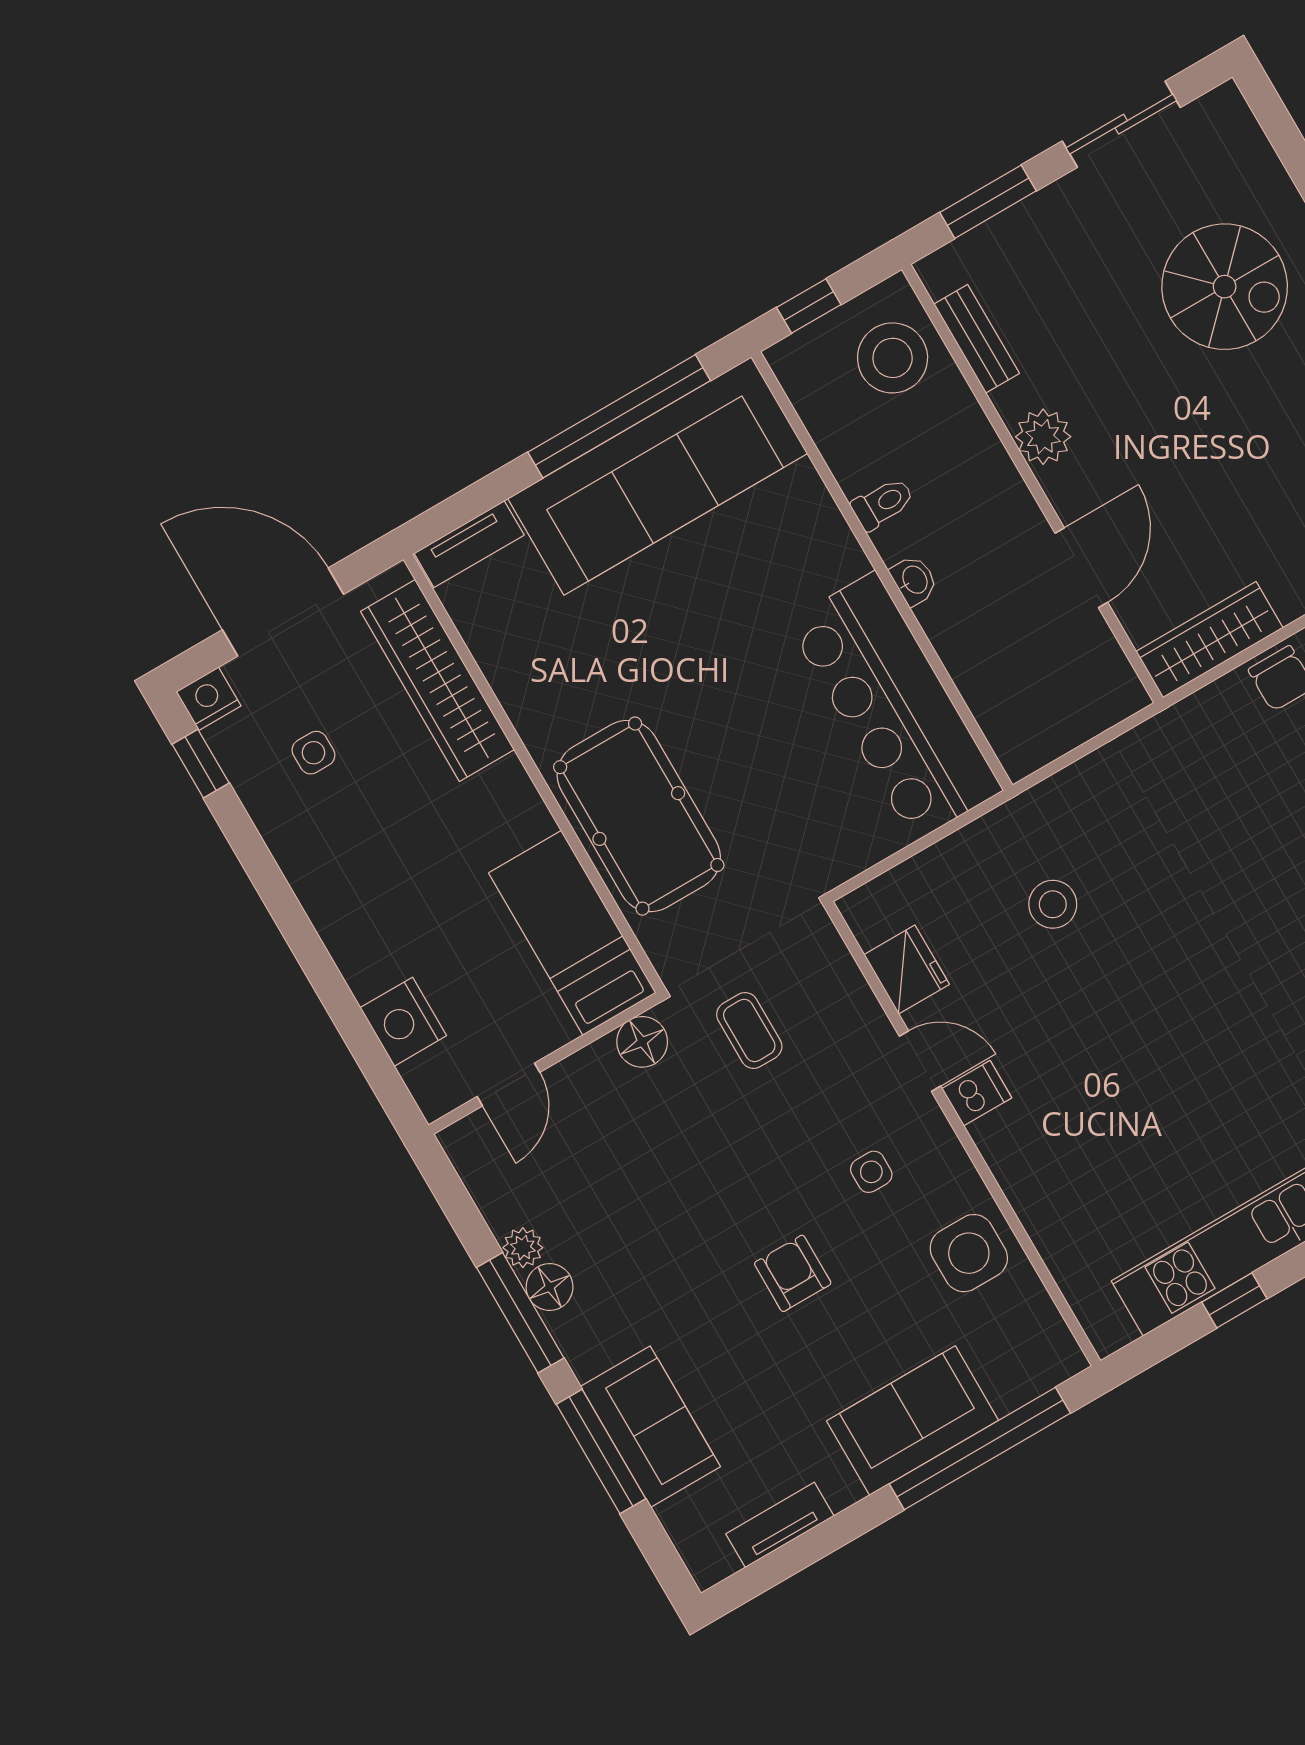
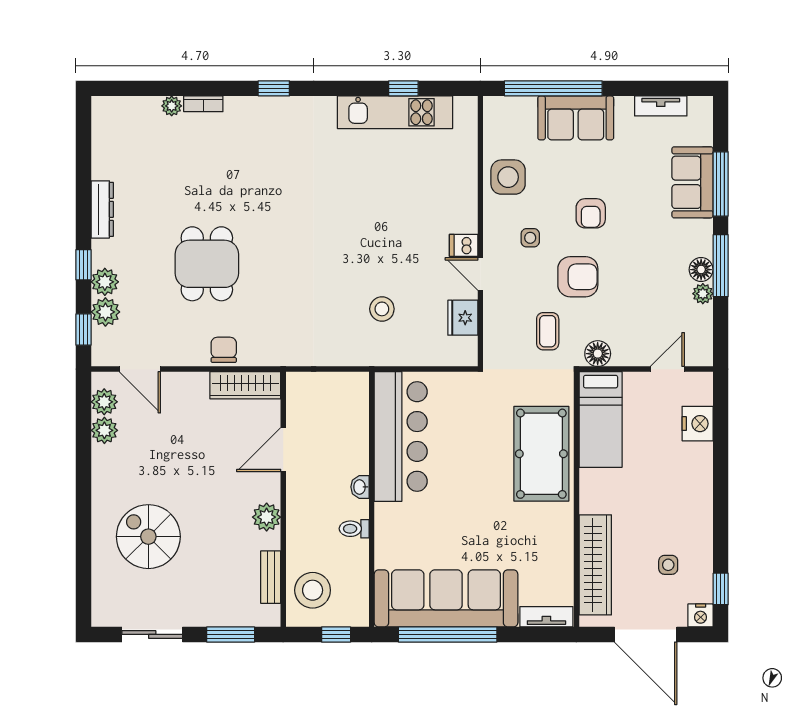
armchair: (752, 1153) -> (578, 277), added

